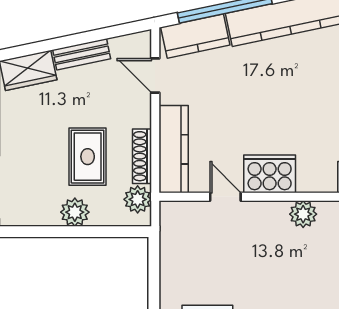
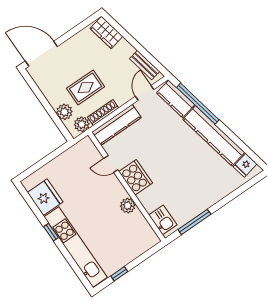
bench: (82, 54) -> (145, 65), moved
door: (225, 197) -> (111, 164), swing flipped
plant: (75, 212) -> (64, 112), moved

